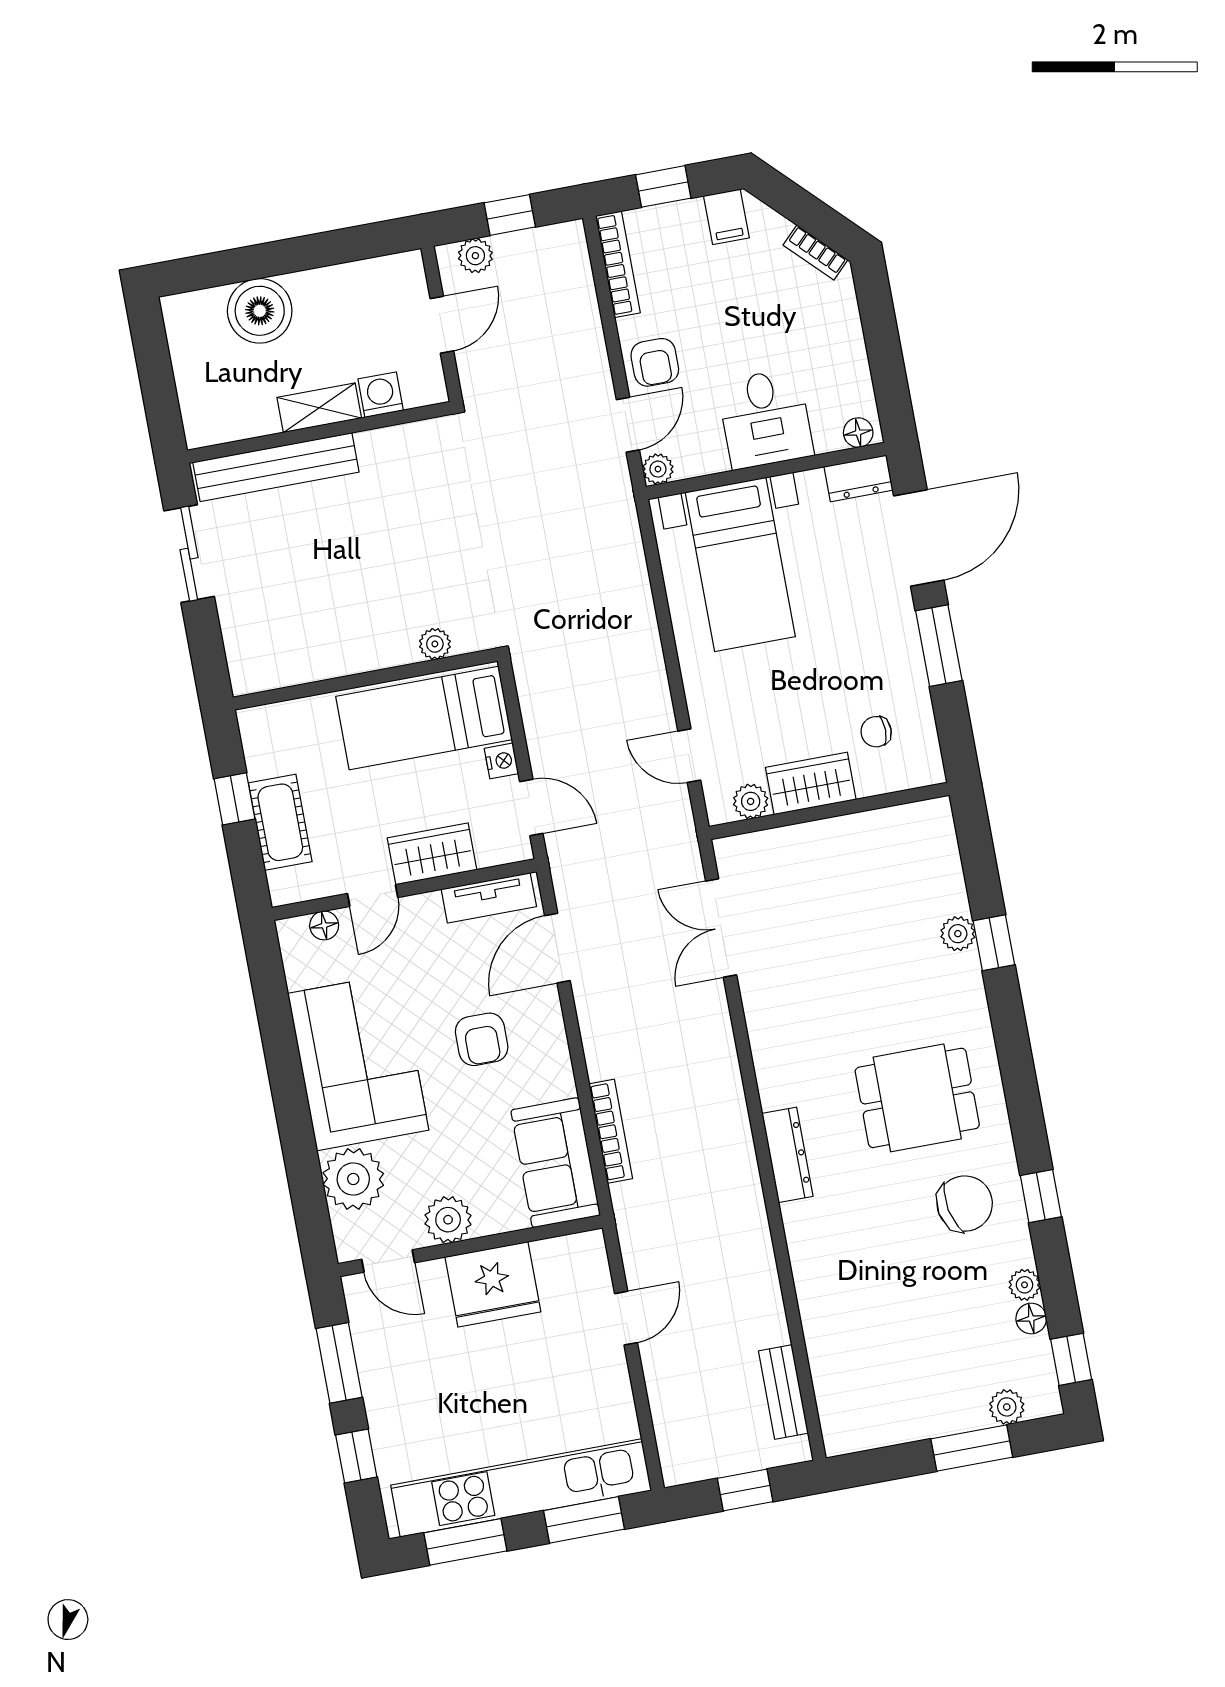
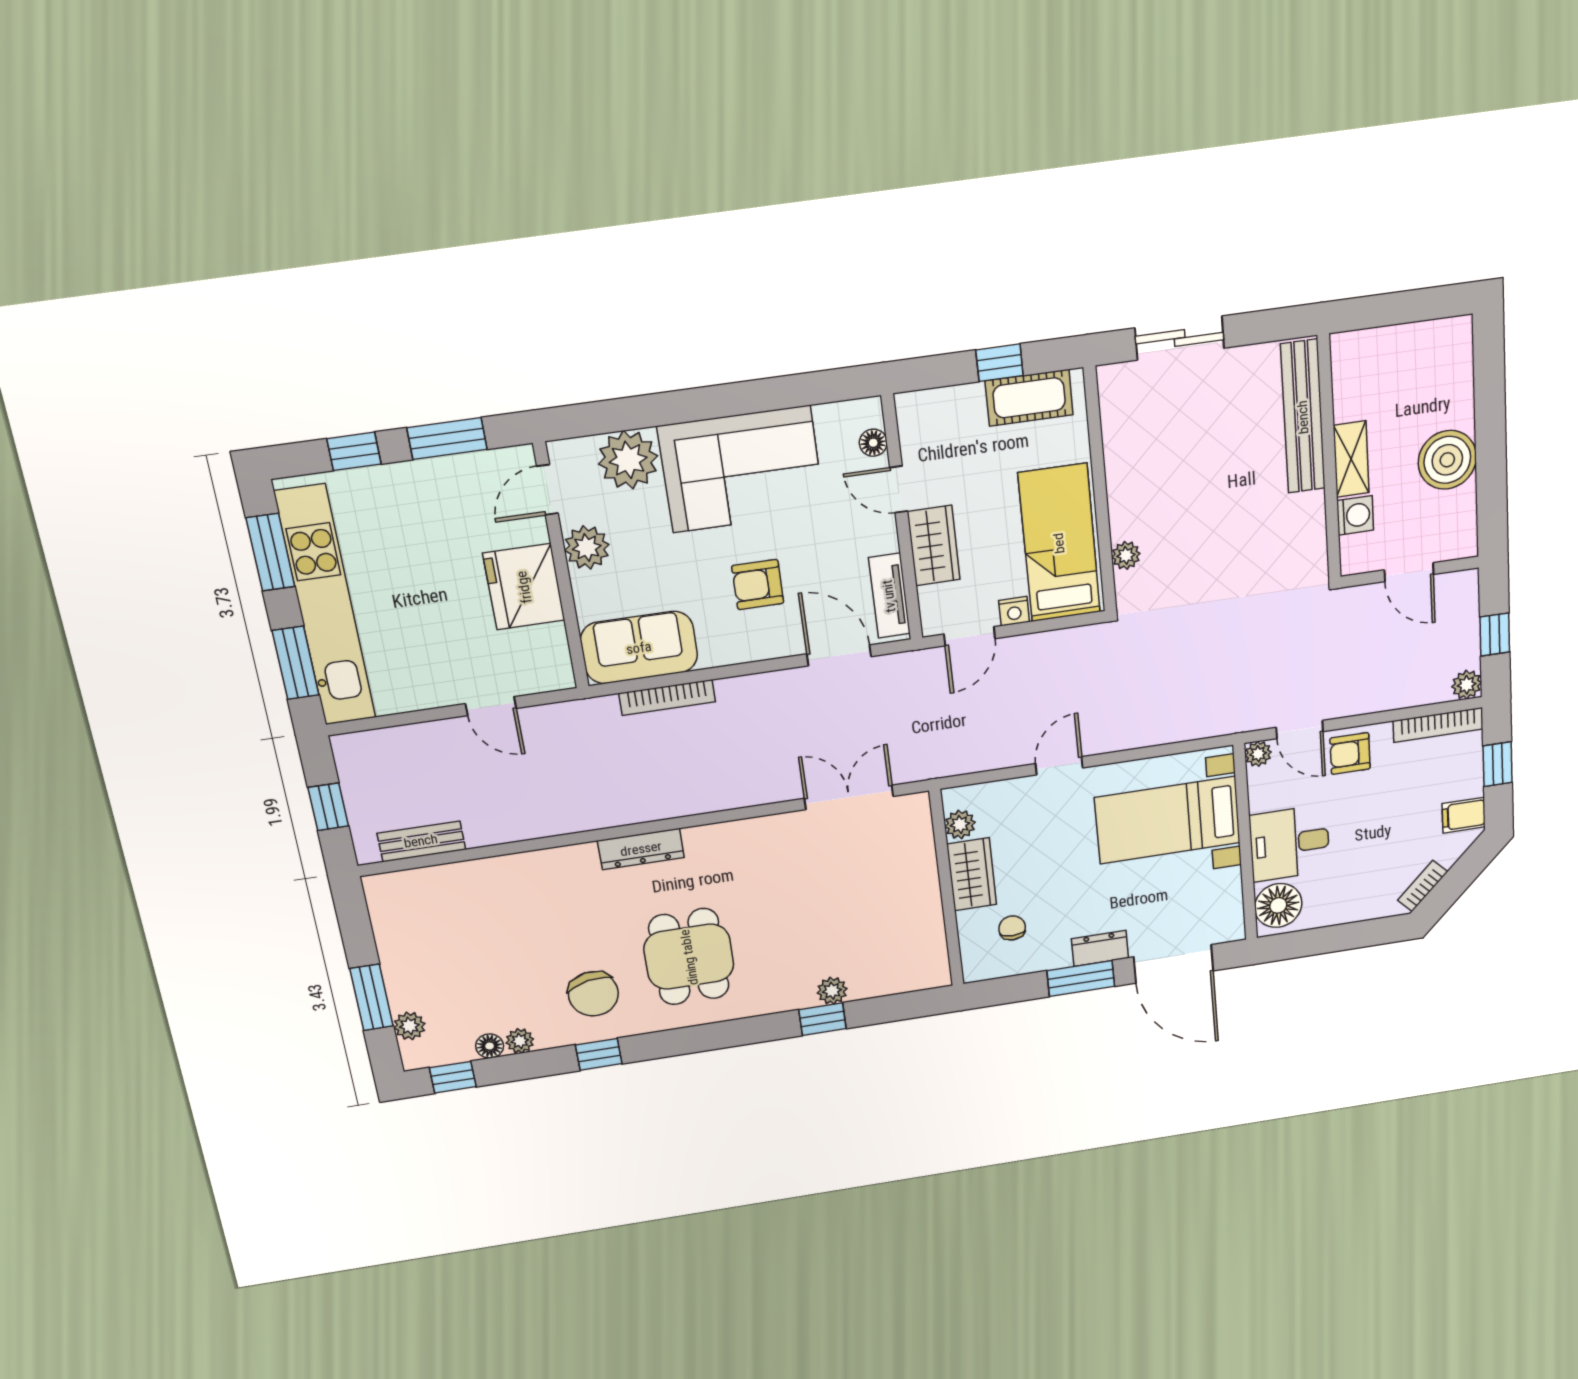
plant: (475, 256) -> (1467, 685), moved
boiler: (260, 311) -> (1447, 460), moved
floor lamp: (858, 433) -> (1278, 905), width x1.89, depth x1.89
dresser: (859, 478) -> (1100, 948), moved, turned 90
sliding door: (189, 554) -> (1180, 338), moved
door: (689, 756) -> (1059, 766), moved
cot: (280, 822) -> (1029, 398), moved

